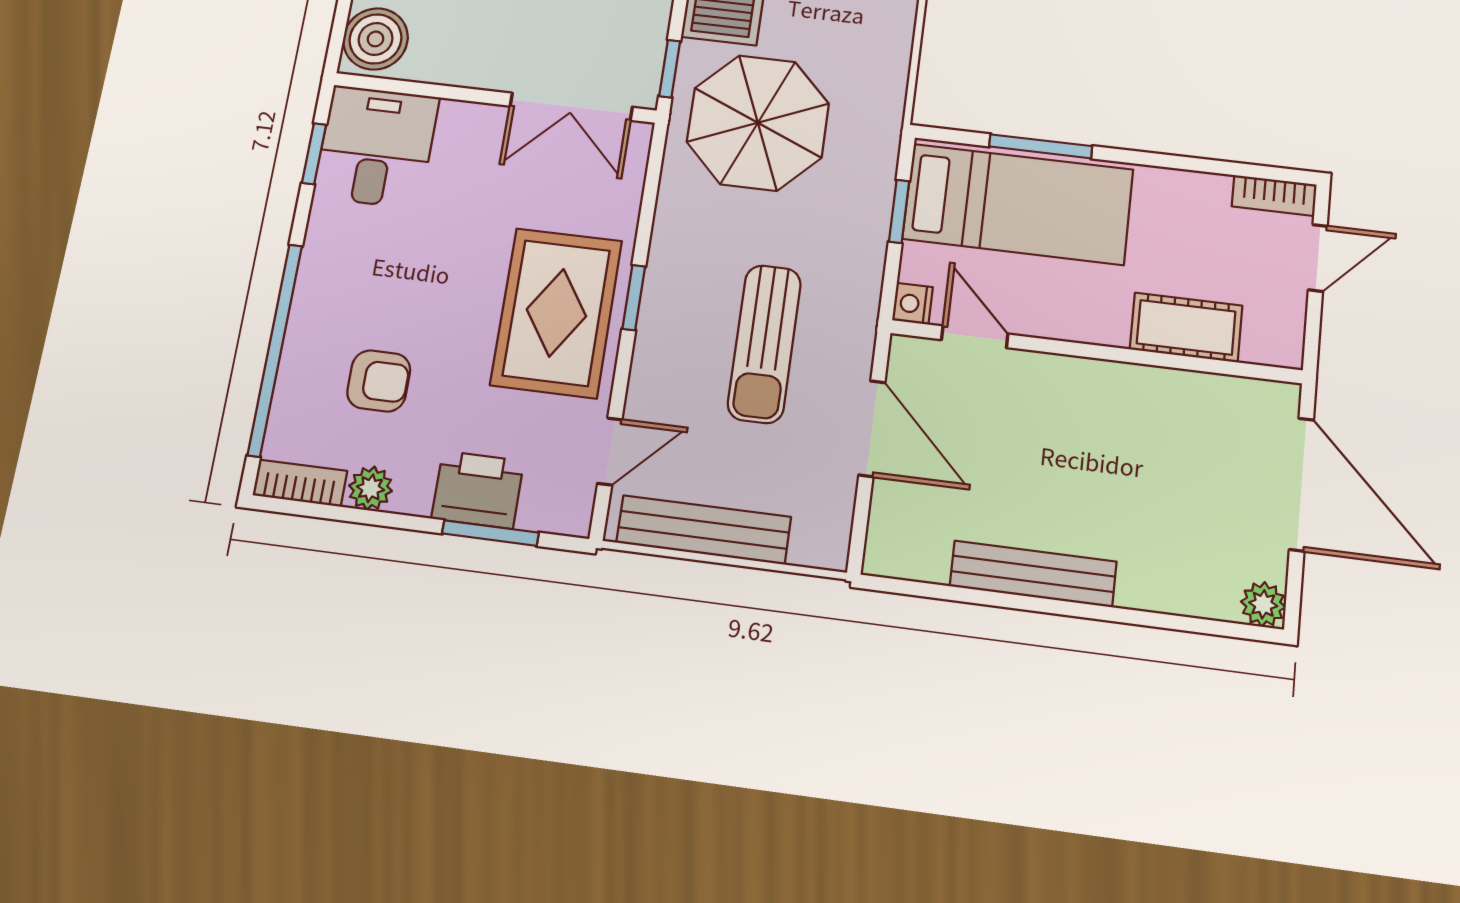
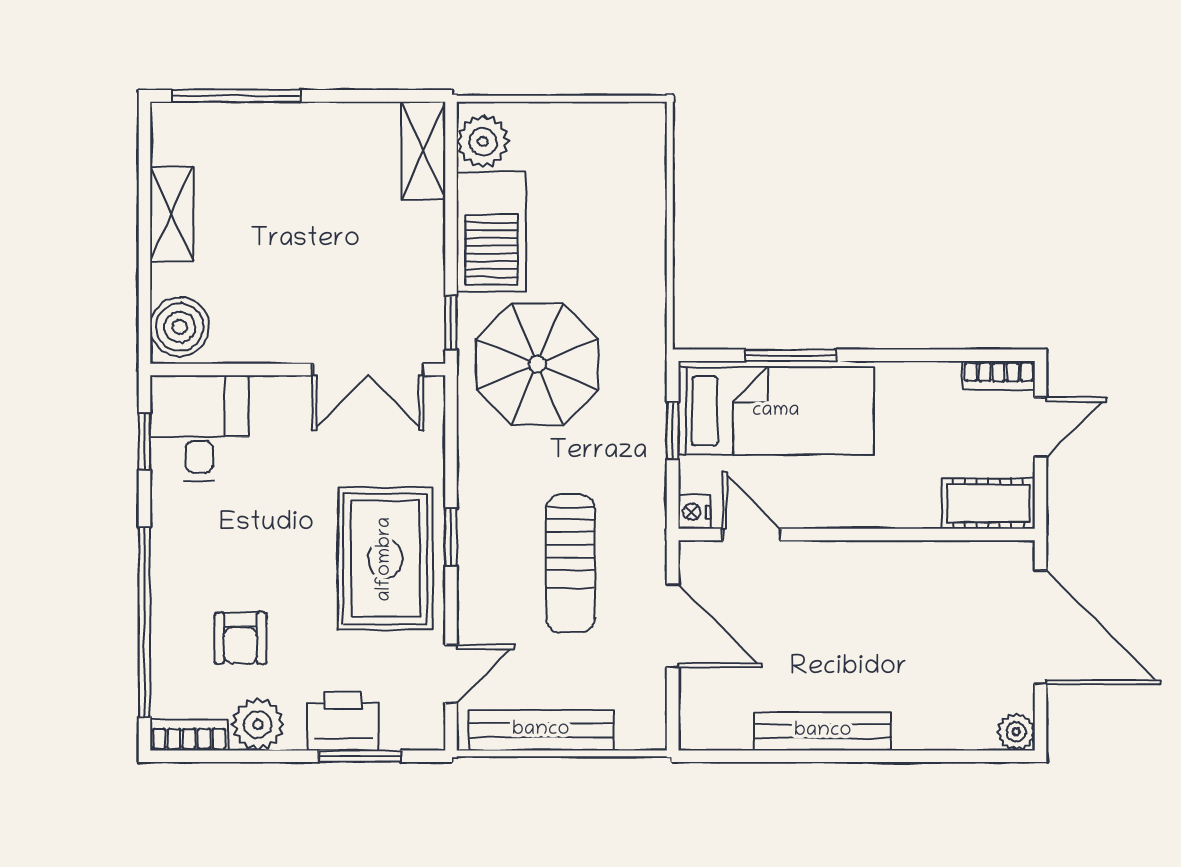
cot: (1186, 327) -> (988, 503), moved
armchair: (379, 381) -> (241, 638), turned 90
plant: (371, 488) -> (258, 724), width x1.38, depth x1.38

